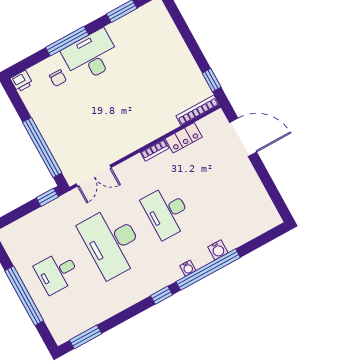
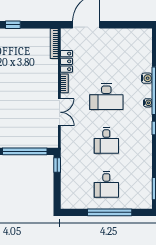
window: (212, 80) -> (13, 25), moved
double door: (94, 176) -> (59, 112), moved
desk: (112, 242) -> (106, 141), width x0.53, depth x0.77

